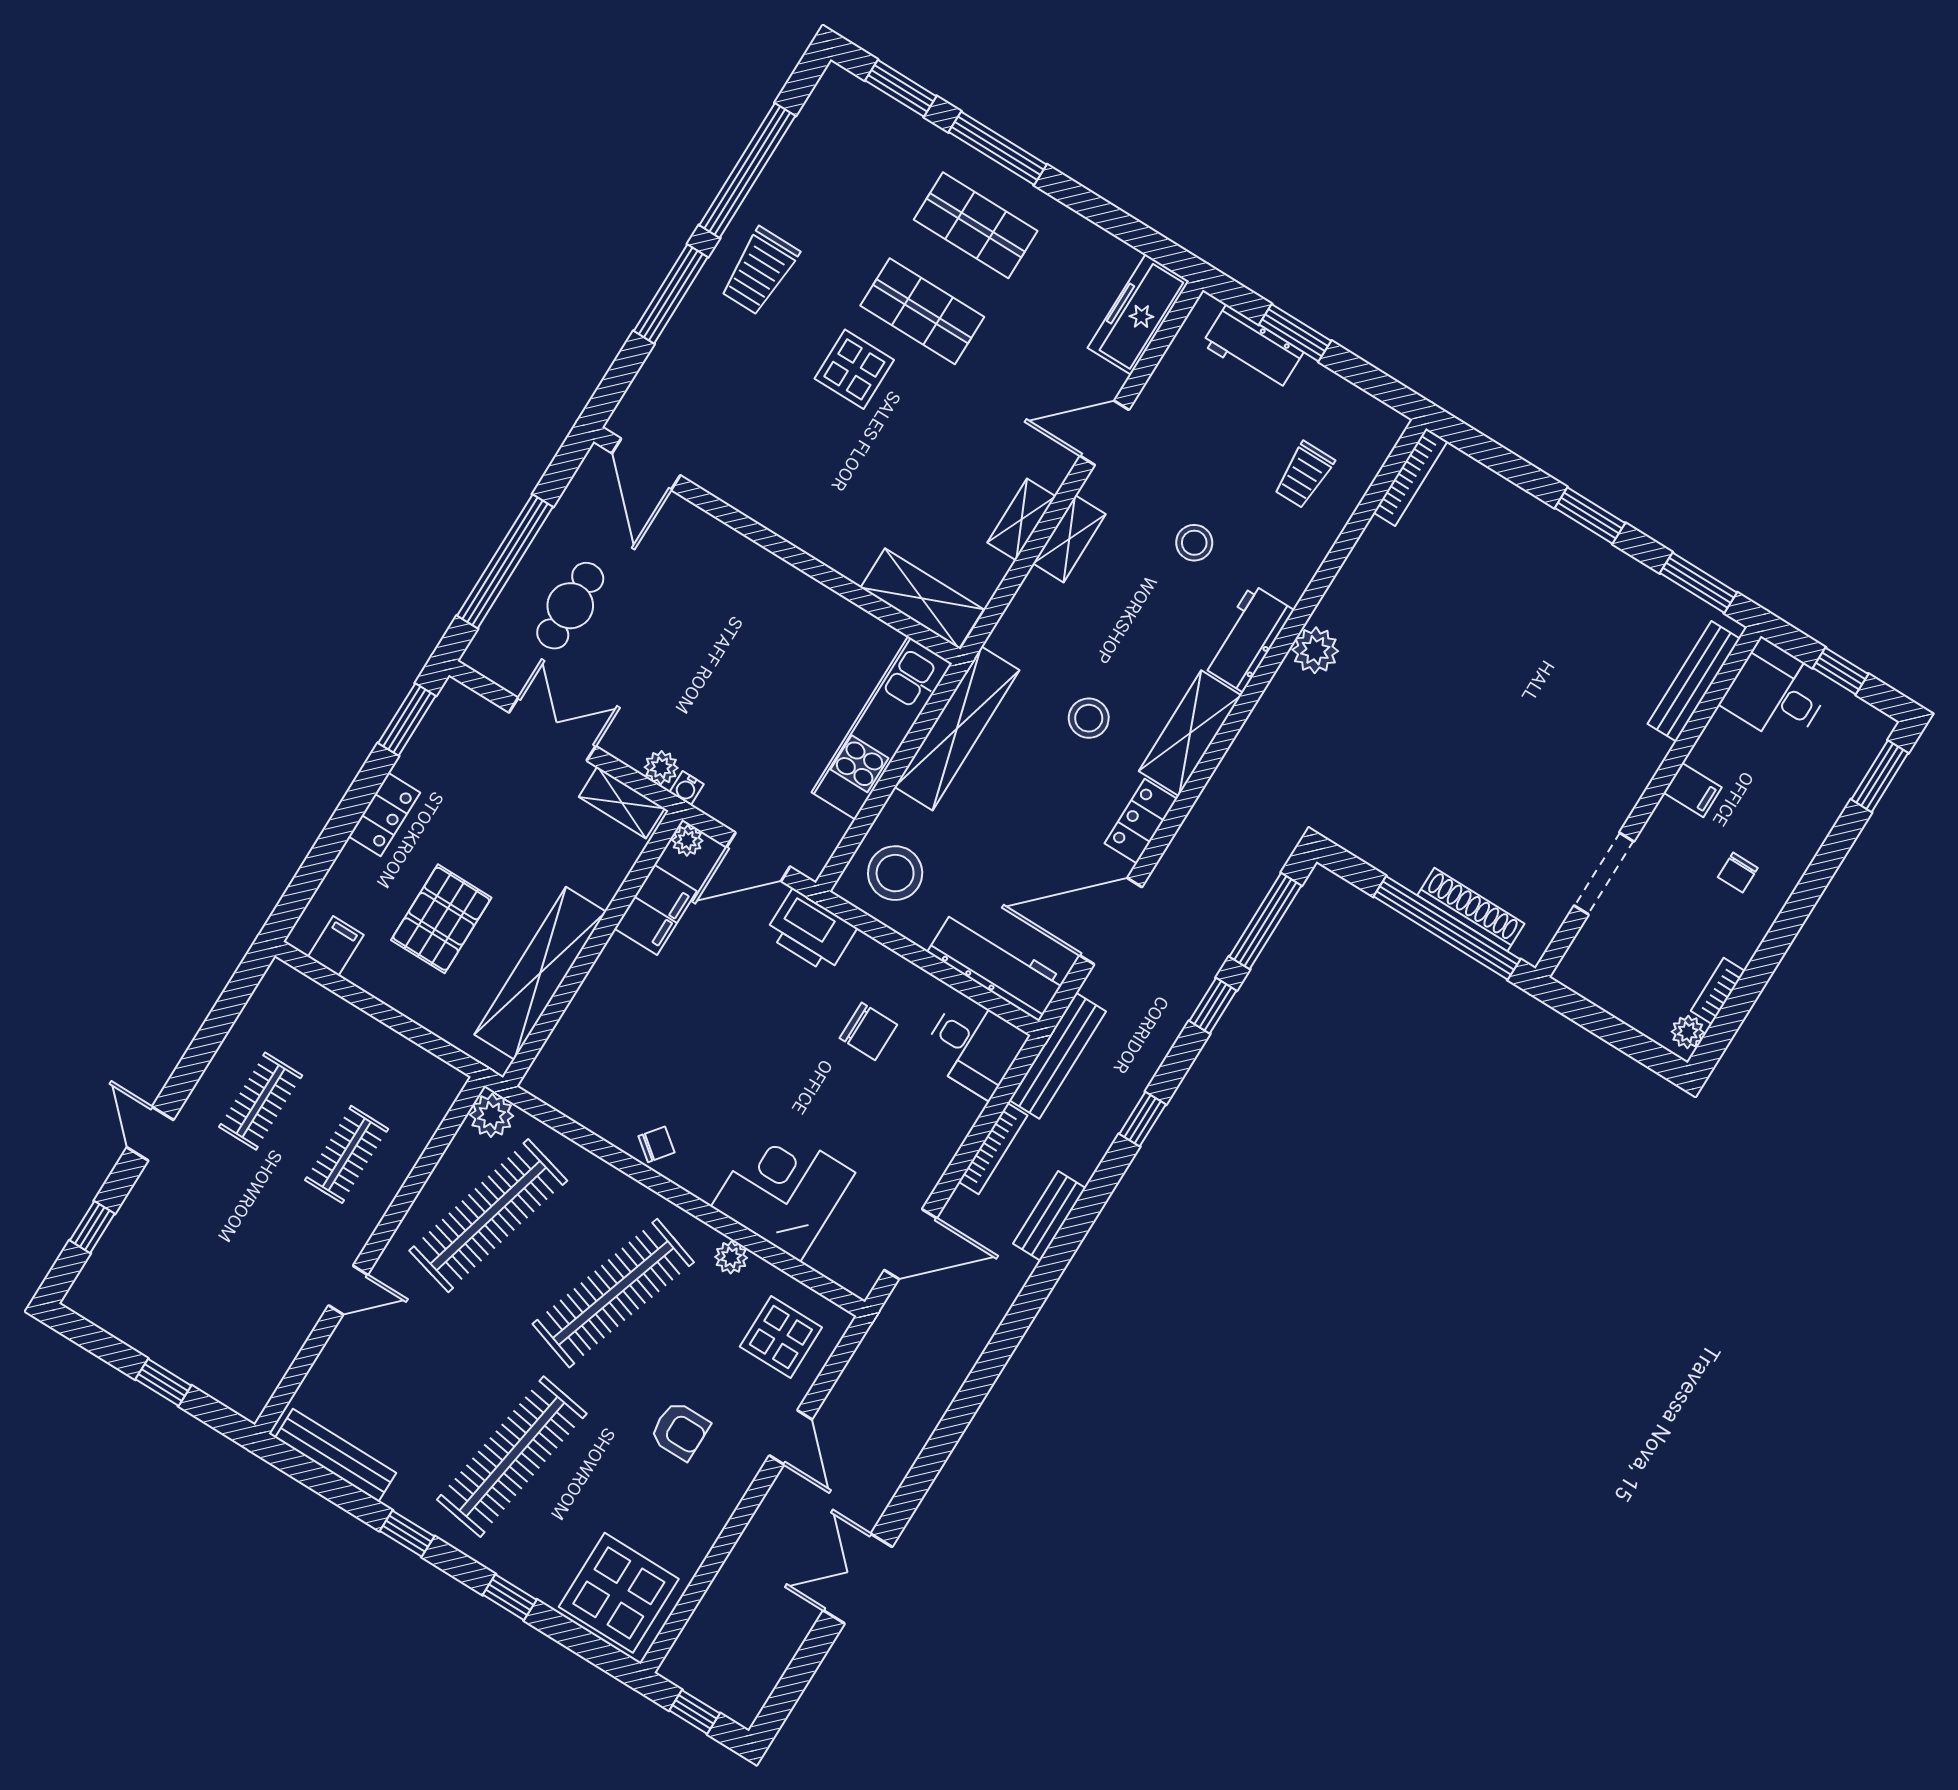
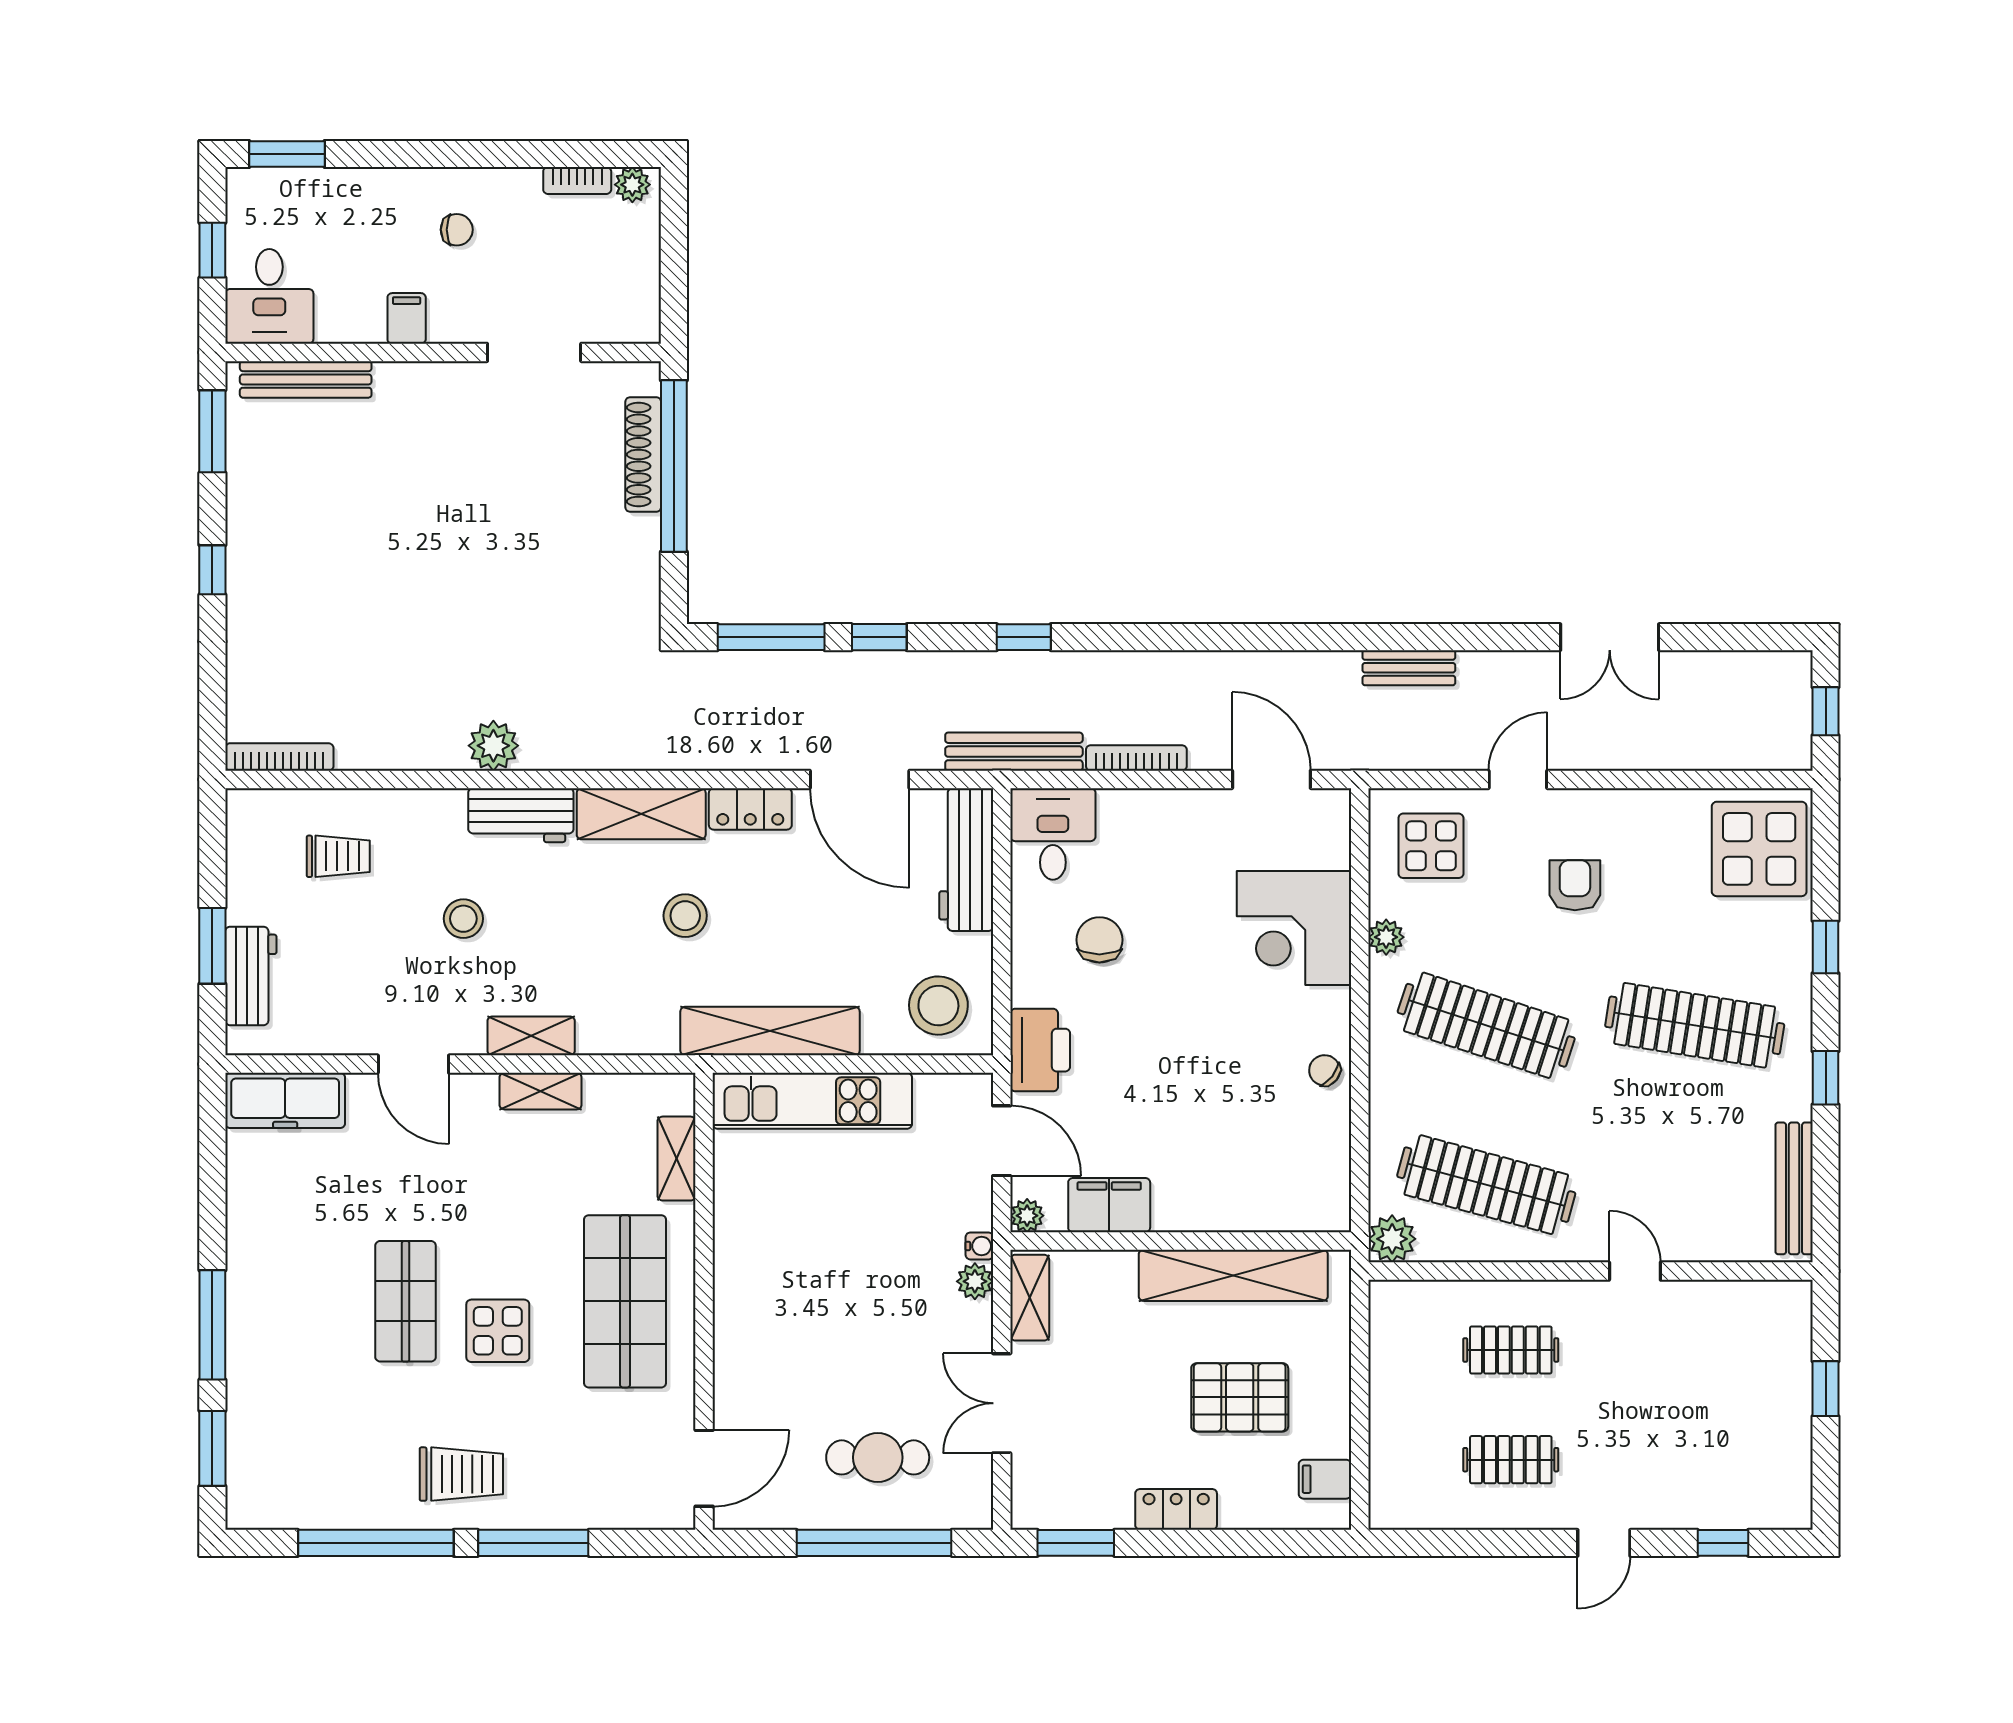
shop shelf: (976, 225) -> (625, 1301), moved, width x1.43, depth x1.36
window: (1590, 516) -> (212, 570), width x0.67
shelving: (922, 599) -> (677, 1159), width x0.67, depth x0.75
bench: (1049, 1216) -> (1409, 668), moved

